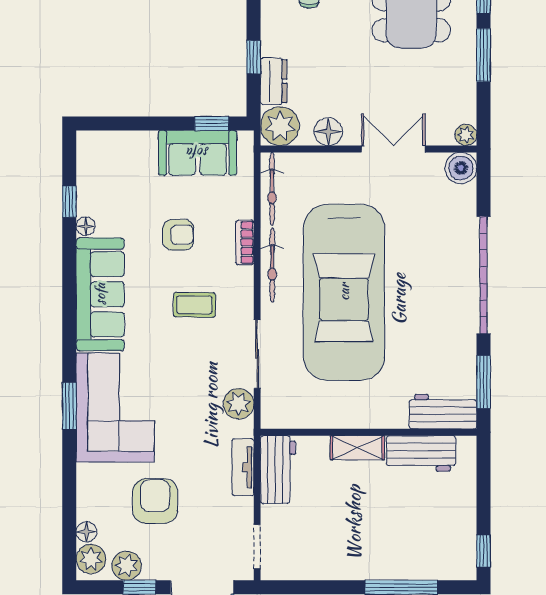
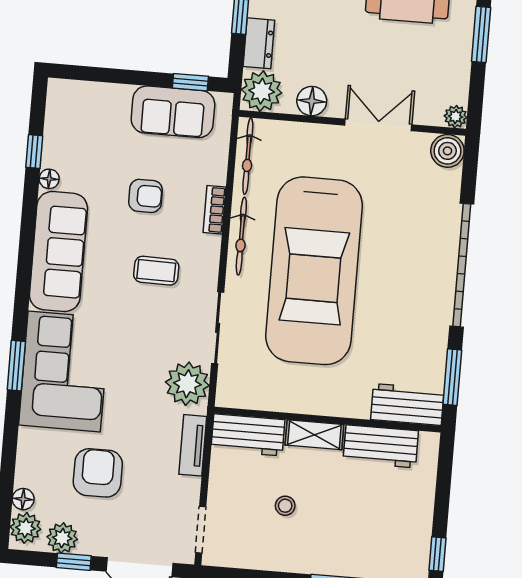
plant: (239, 404) -> (187, 384), width x1.36, depth x1.36
workbench: (278, 469) -> (248, 435), moved, turned 90
stool: (335, 517) -> (285, 506), added

